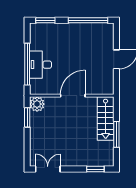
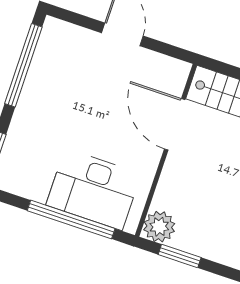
desk: (40, 65) -> (94, 189), width x1.36, depth x1.30
door: (73, 96) -> (175, 124), moved

